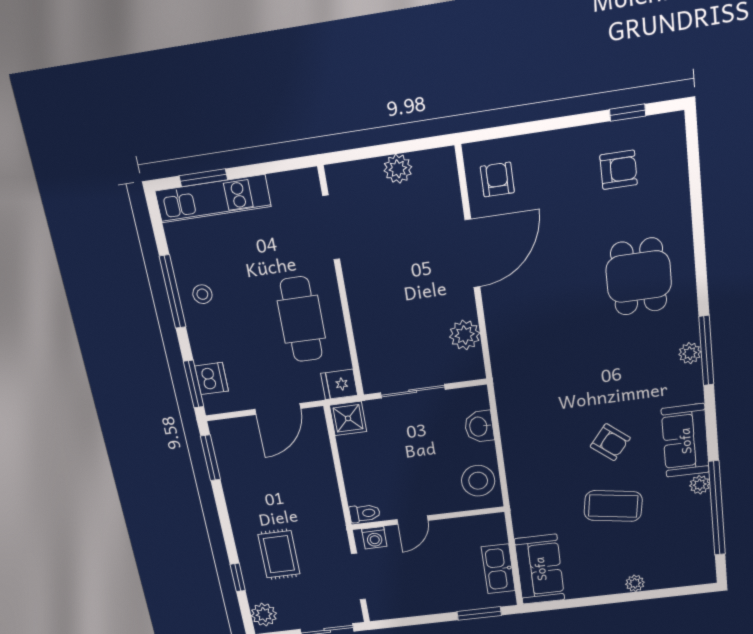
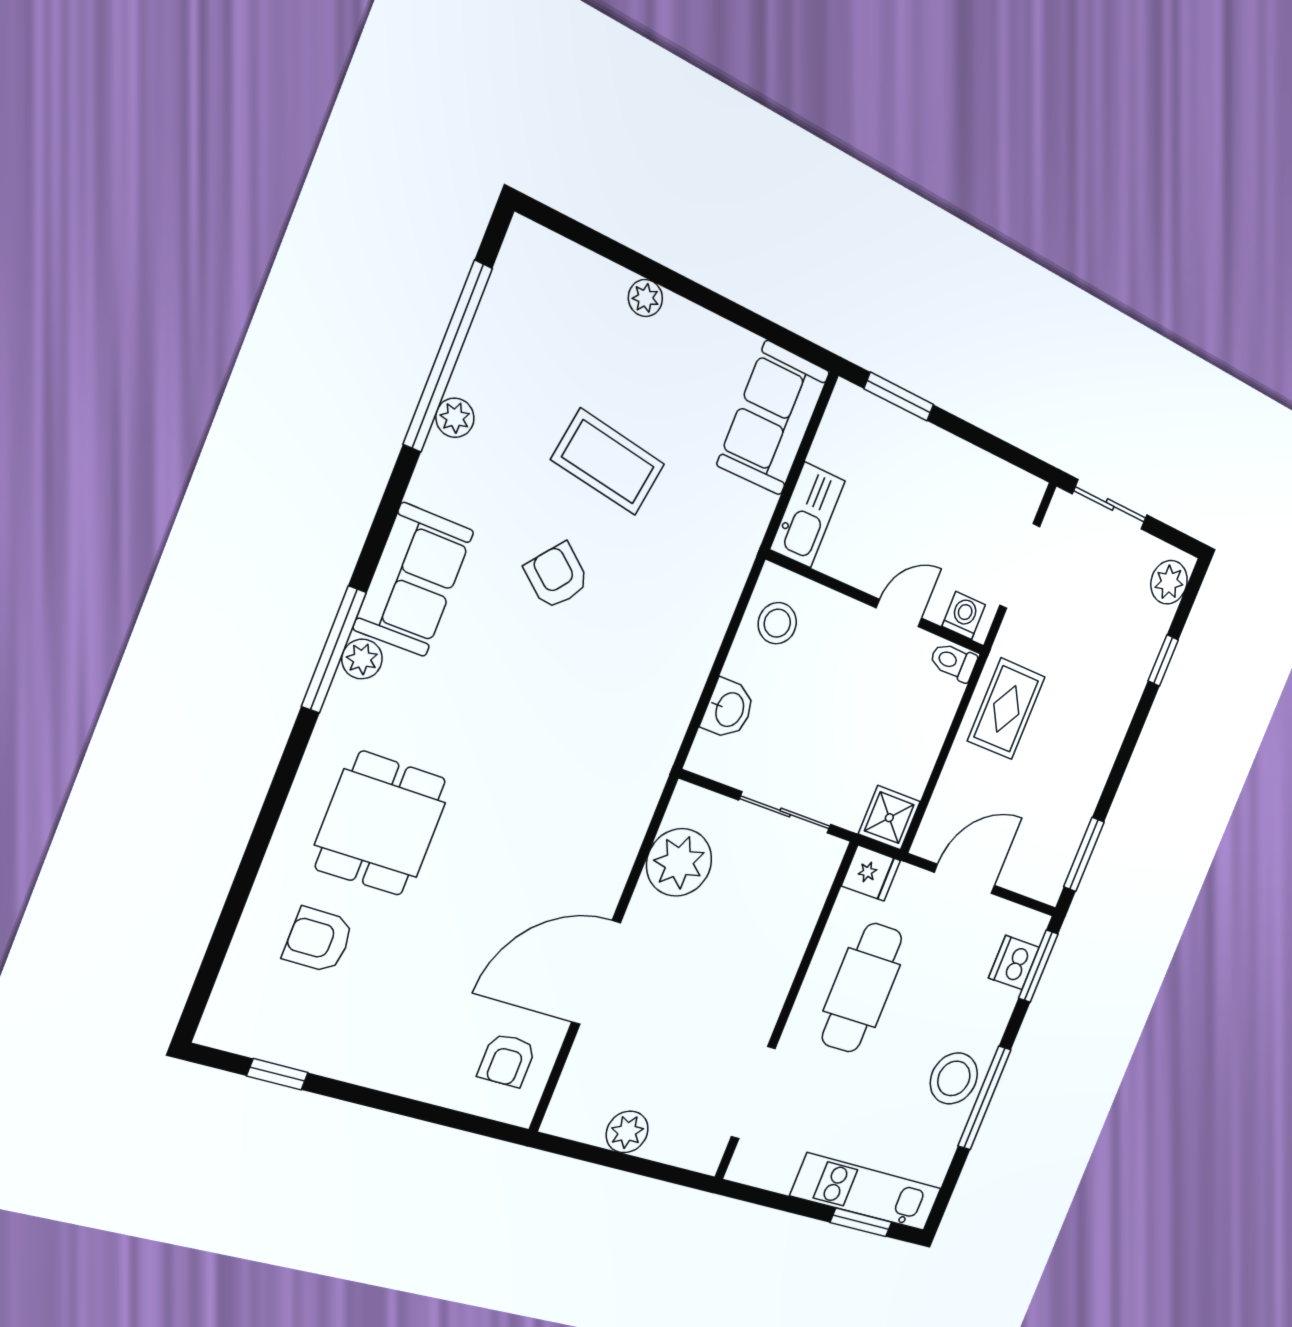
armchair: (619, 170) -> (318, 940), moved
stool: (202, 294) -> (954, 1078), width x1.89, depth x1.89
plant: (465, 335) -> (679, 862), width x1.36, depth x1.36
sofa: (685, 441) -> (414, 580), moved
stool: (478, 481) -> (777, 623), width x0.73, depth x0.73
rug: (279, 554) -> (1006, 709), moved
kitchen sink: (498, 569) -> (807, 515), moved

